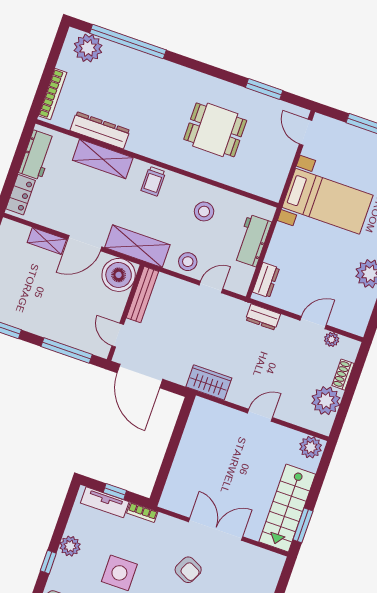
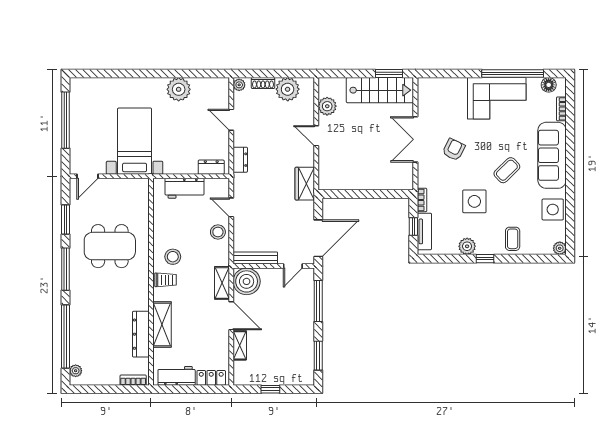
plant: (88, 48) -> (76, 371), width x0.53, depth x0.53
window: (206, 69) -> (65, 269), added
bookcase: (53, 94) -> (133, 380), width x0.64
dining table: (215, 130) -> (110, 246), width x1.38
stool: (204, 211) -> (173, 257), moved
shelving: (137, 246) -> (222, 283), width x0.67, depth x0.75
plant: (332, 339) -> (239, 85), moved
plant: (311, 447) -> (327, 106), moved

